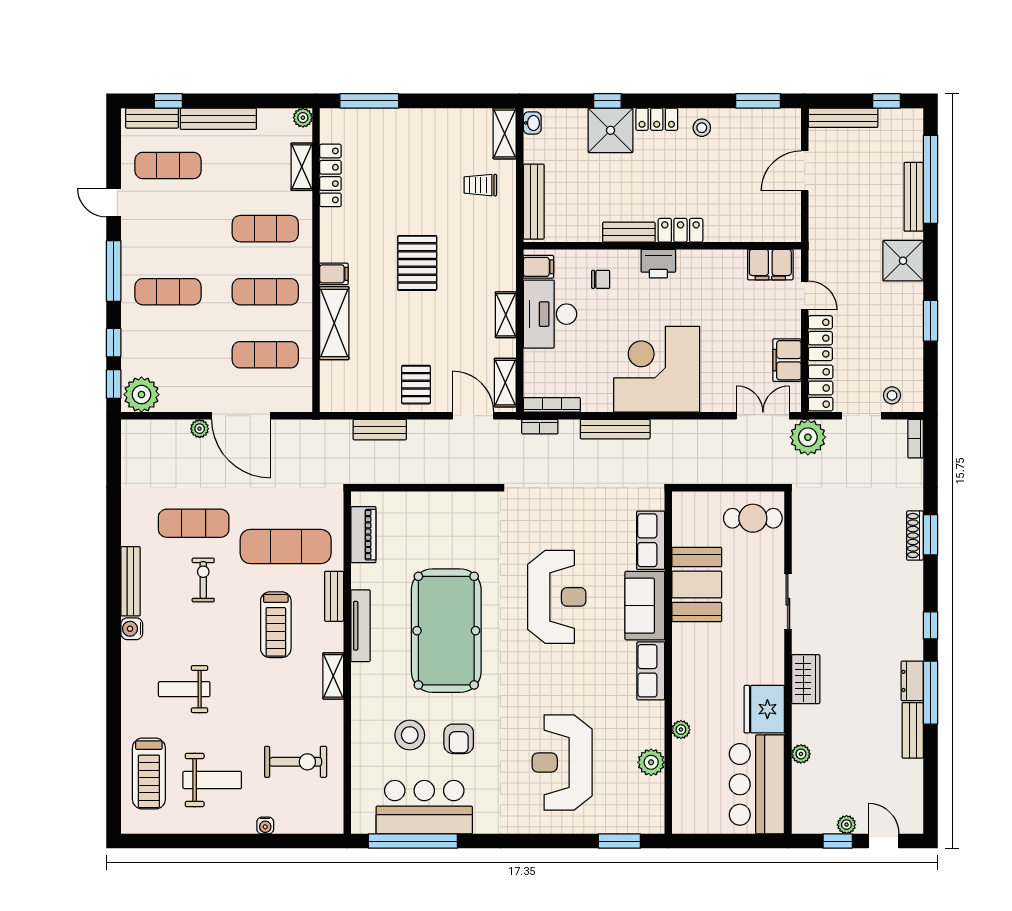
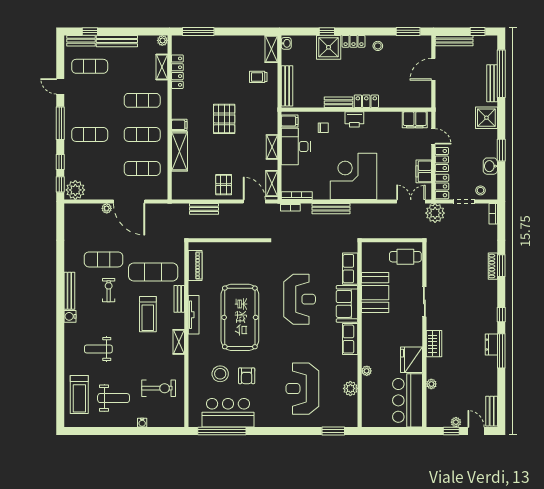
washbasin: (910, 350) -> (490, 166), added
bench: (913, 730) -> (492, 411), moved

